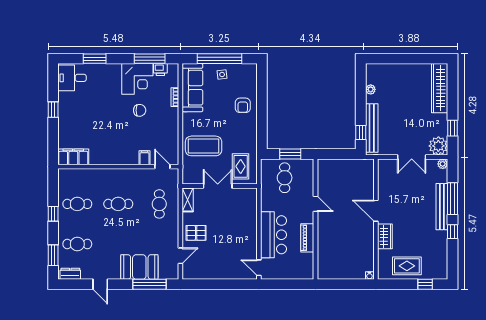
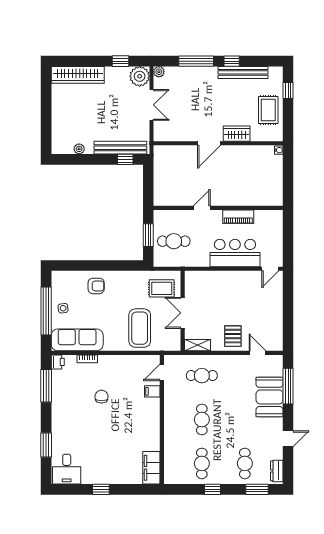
printer: (160, 70) -> (58, 362), moved
corner desk: (137, 79) -> (68, 399), removed
bench: (442, 207) -> (243, 72), moved

